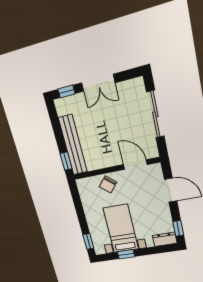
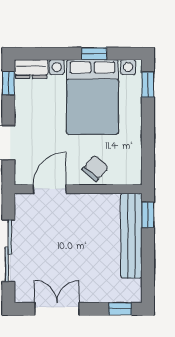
double door: (98, 83) -> (57, 309), moved
door: (135, 165) -> (50, 189), swing flipped
bed with nightstands: (121, 229) -> (92, 97), width x1.36

